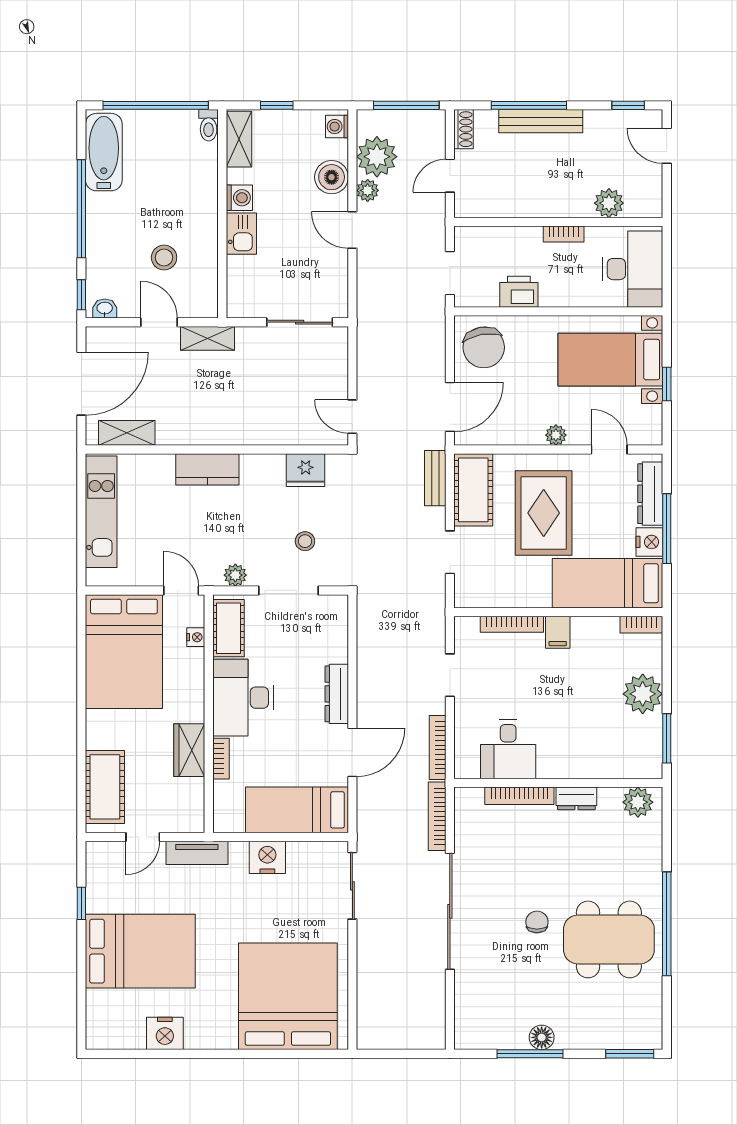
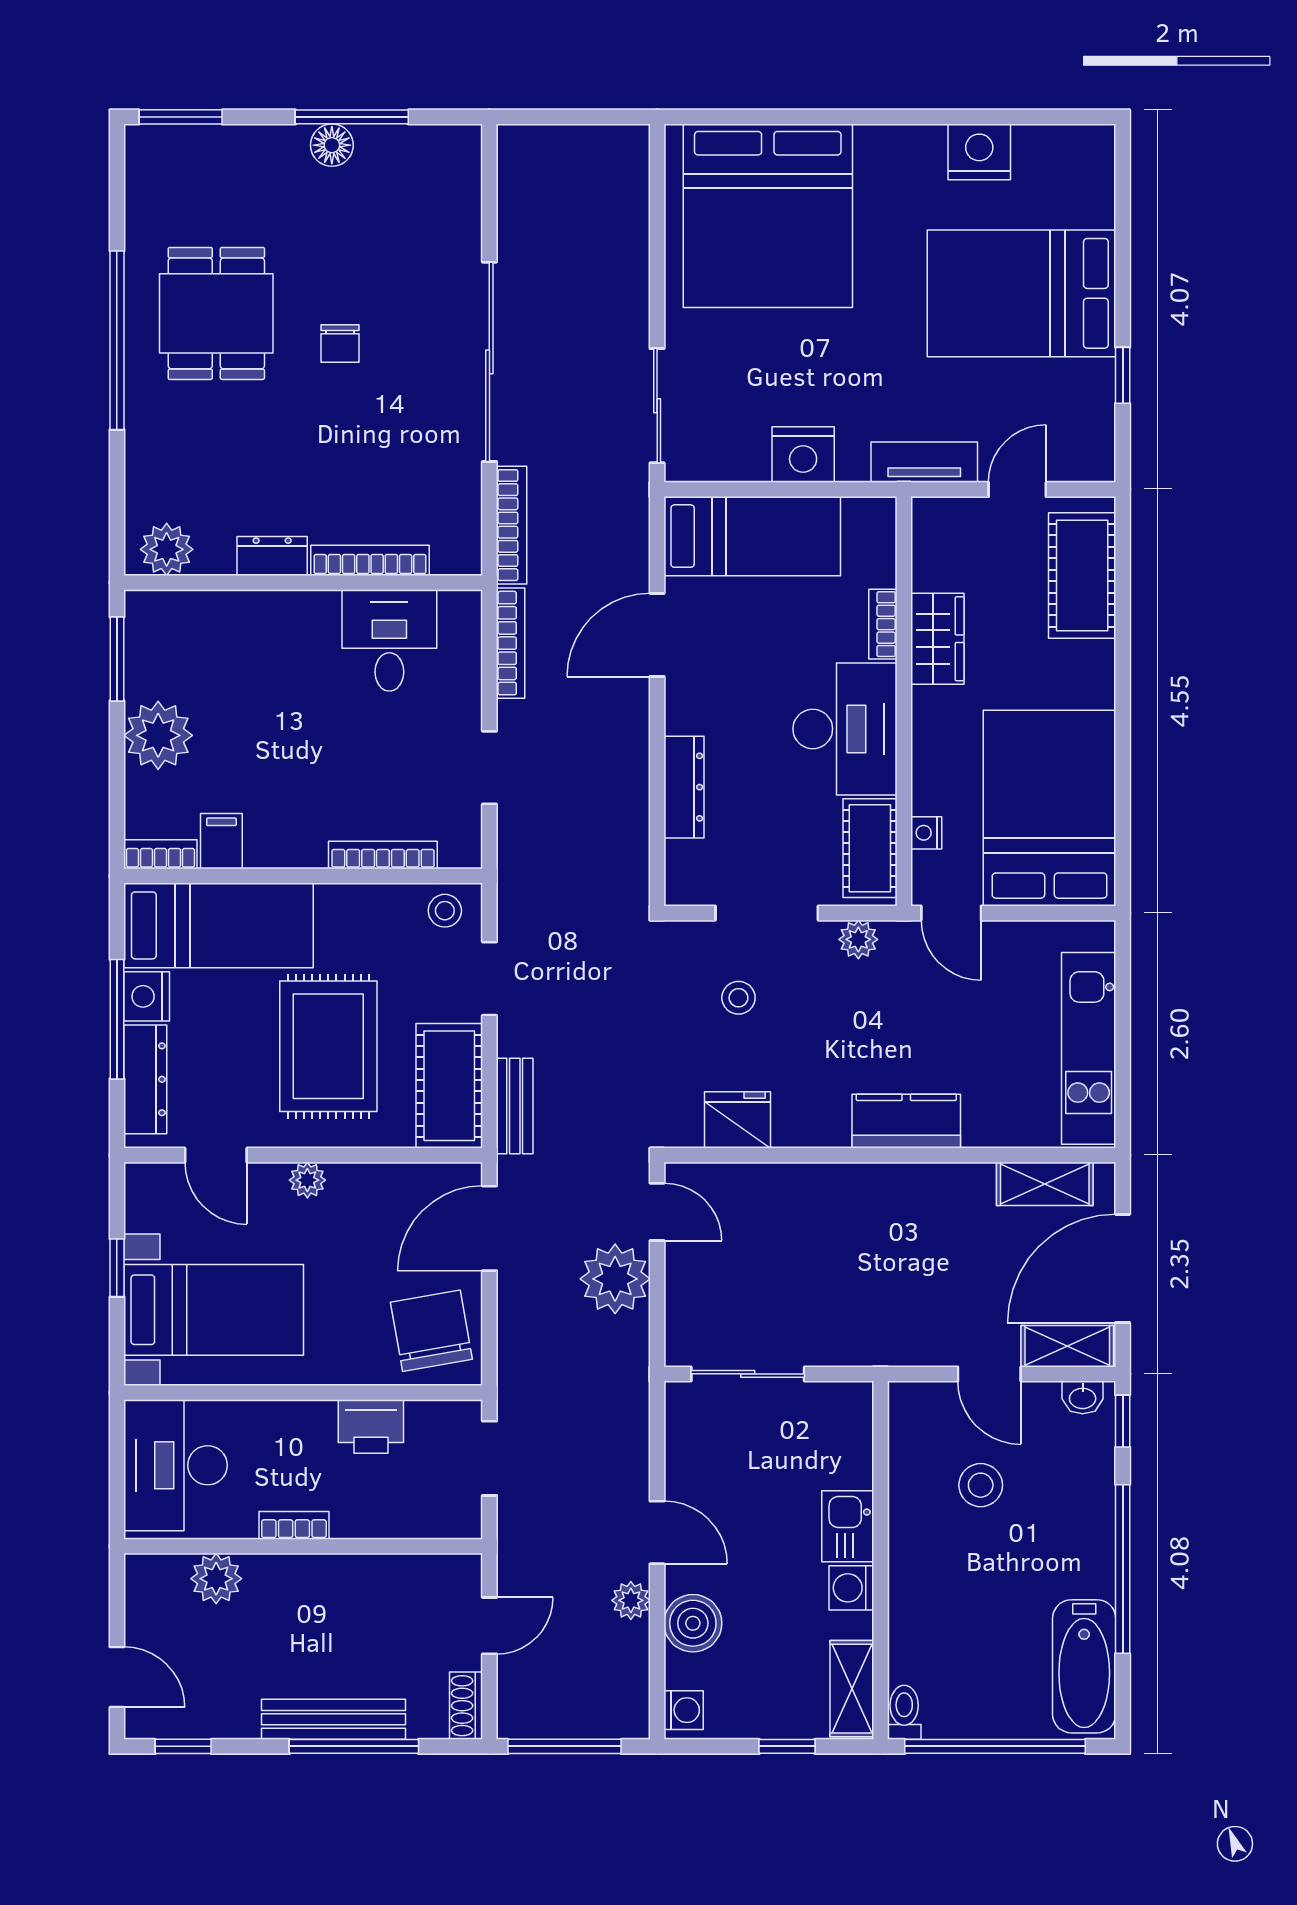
plant: (377, 157) -> (615, 1279), moved
shelving: (208, 338) -> (1067, 1346), moved
stool: (476, 592) -> (445, 911), added
filing cabinet: (558, 632) -> (221, 841), moved
dresser: (337, 694) -> (684, 787), moved
dining table: (609, 939) -> (216, 313), width x0.73

